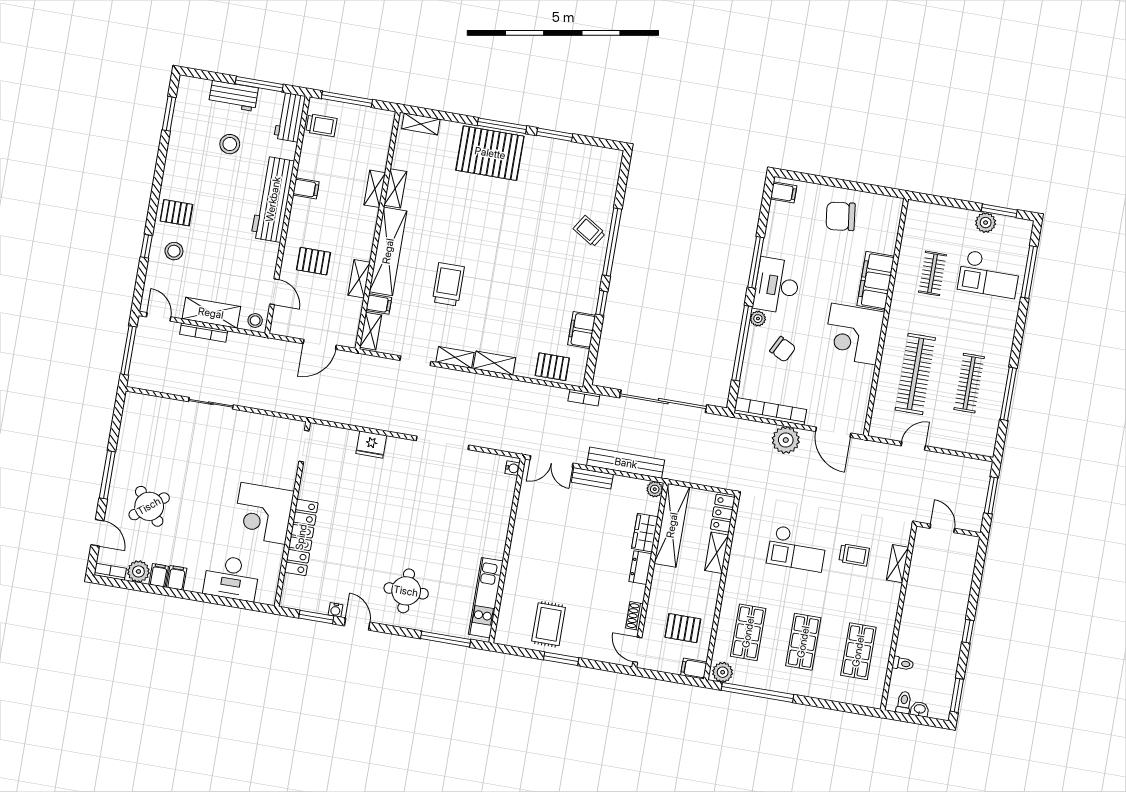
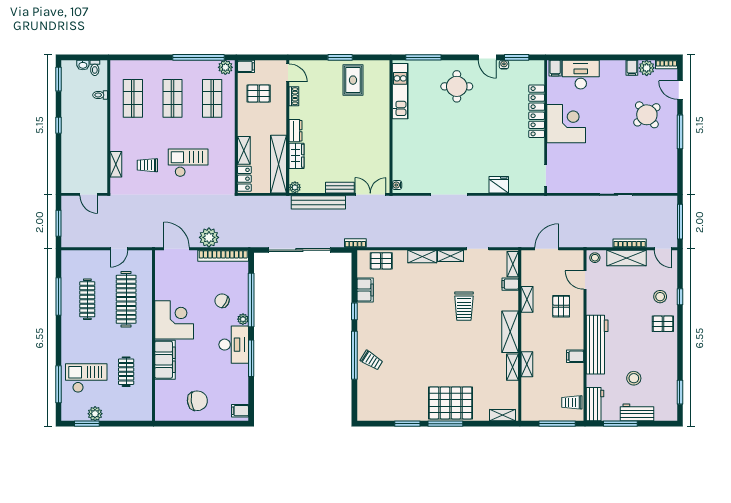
shelving: (388, 251) -> (510, 332), width x0.68
pallet: (313, 261) -> (561, 306), turned 90
filing cabinet: (177, 578) -> (555, 68), moved

